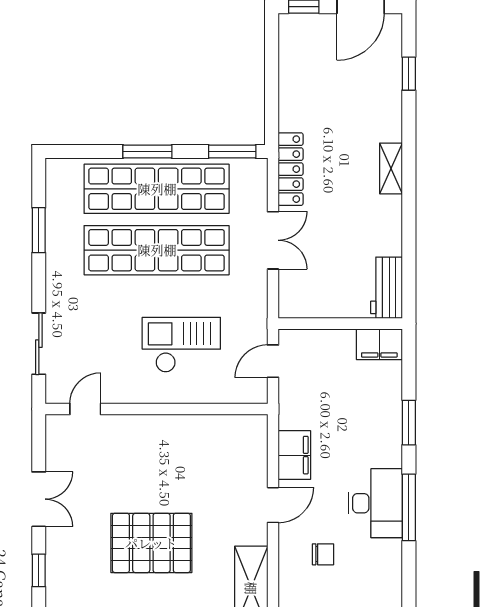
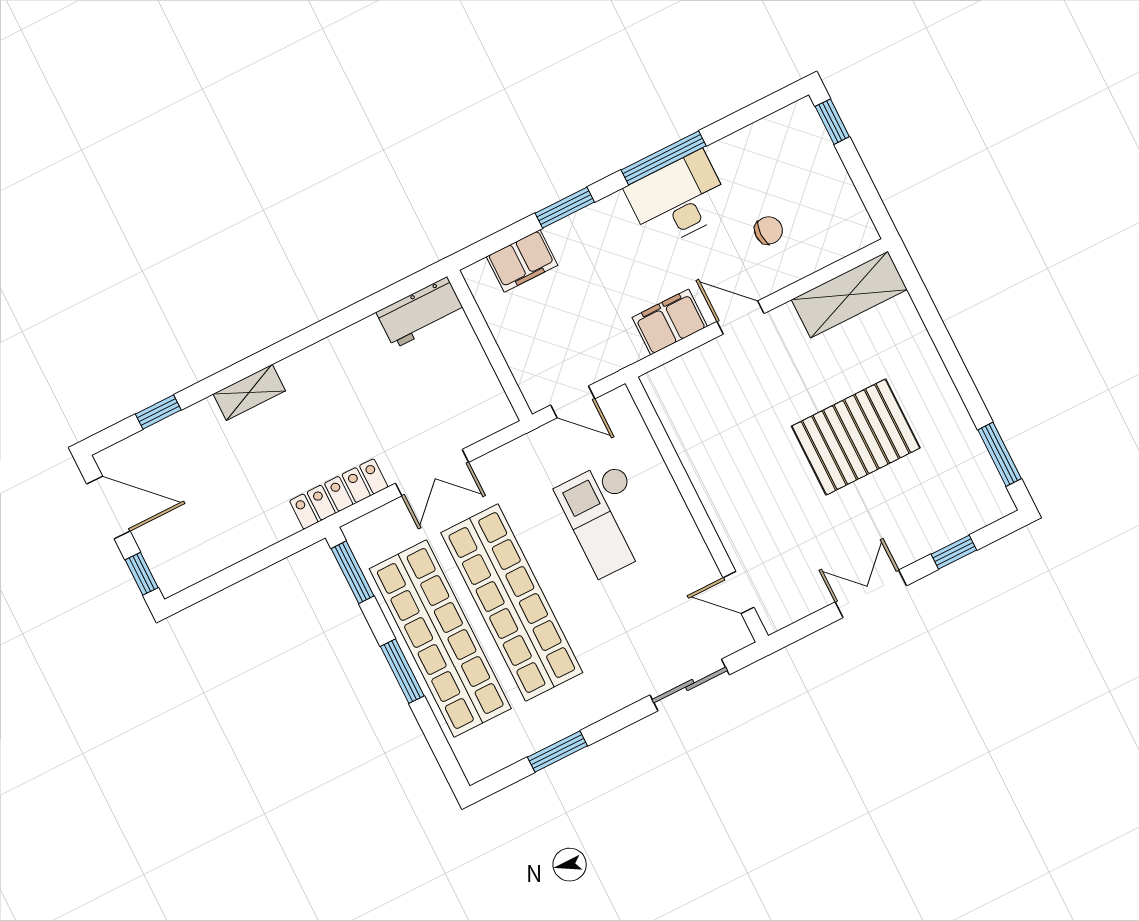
shelving: (391, 168) -> (249, 392), moved
double door: (273, 240) -> (432, 473), swing flipped
filing cabinet: (379, 344) -> (522, 261), moved, turned 90
pallet: (151, 543) -> (856, 437), turned 90
chair: (323, 554) -> (769, 230), turned 90

